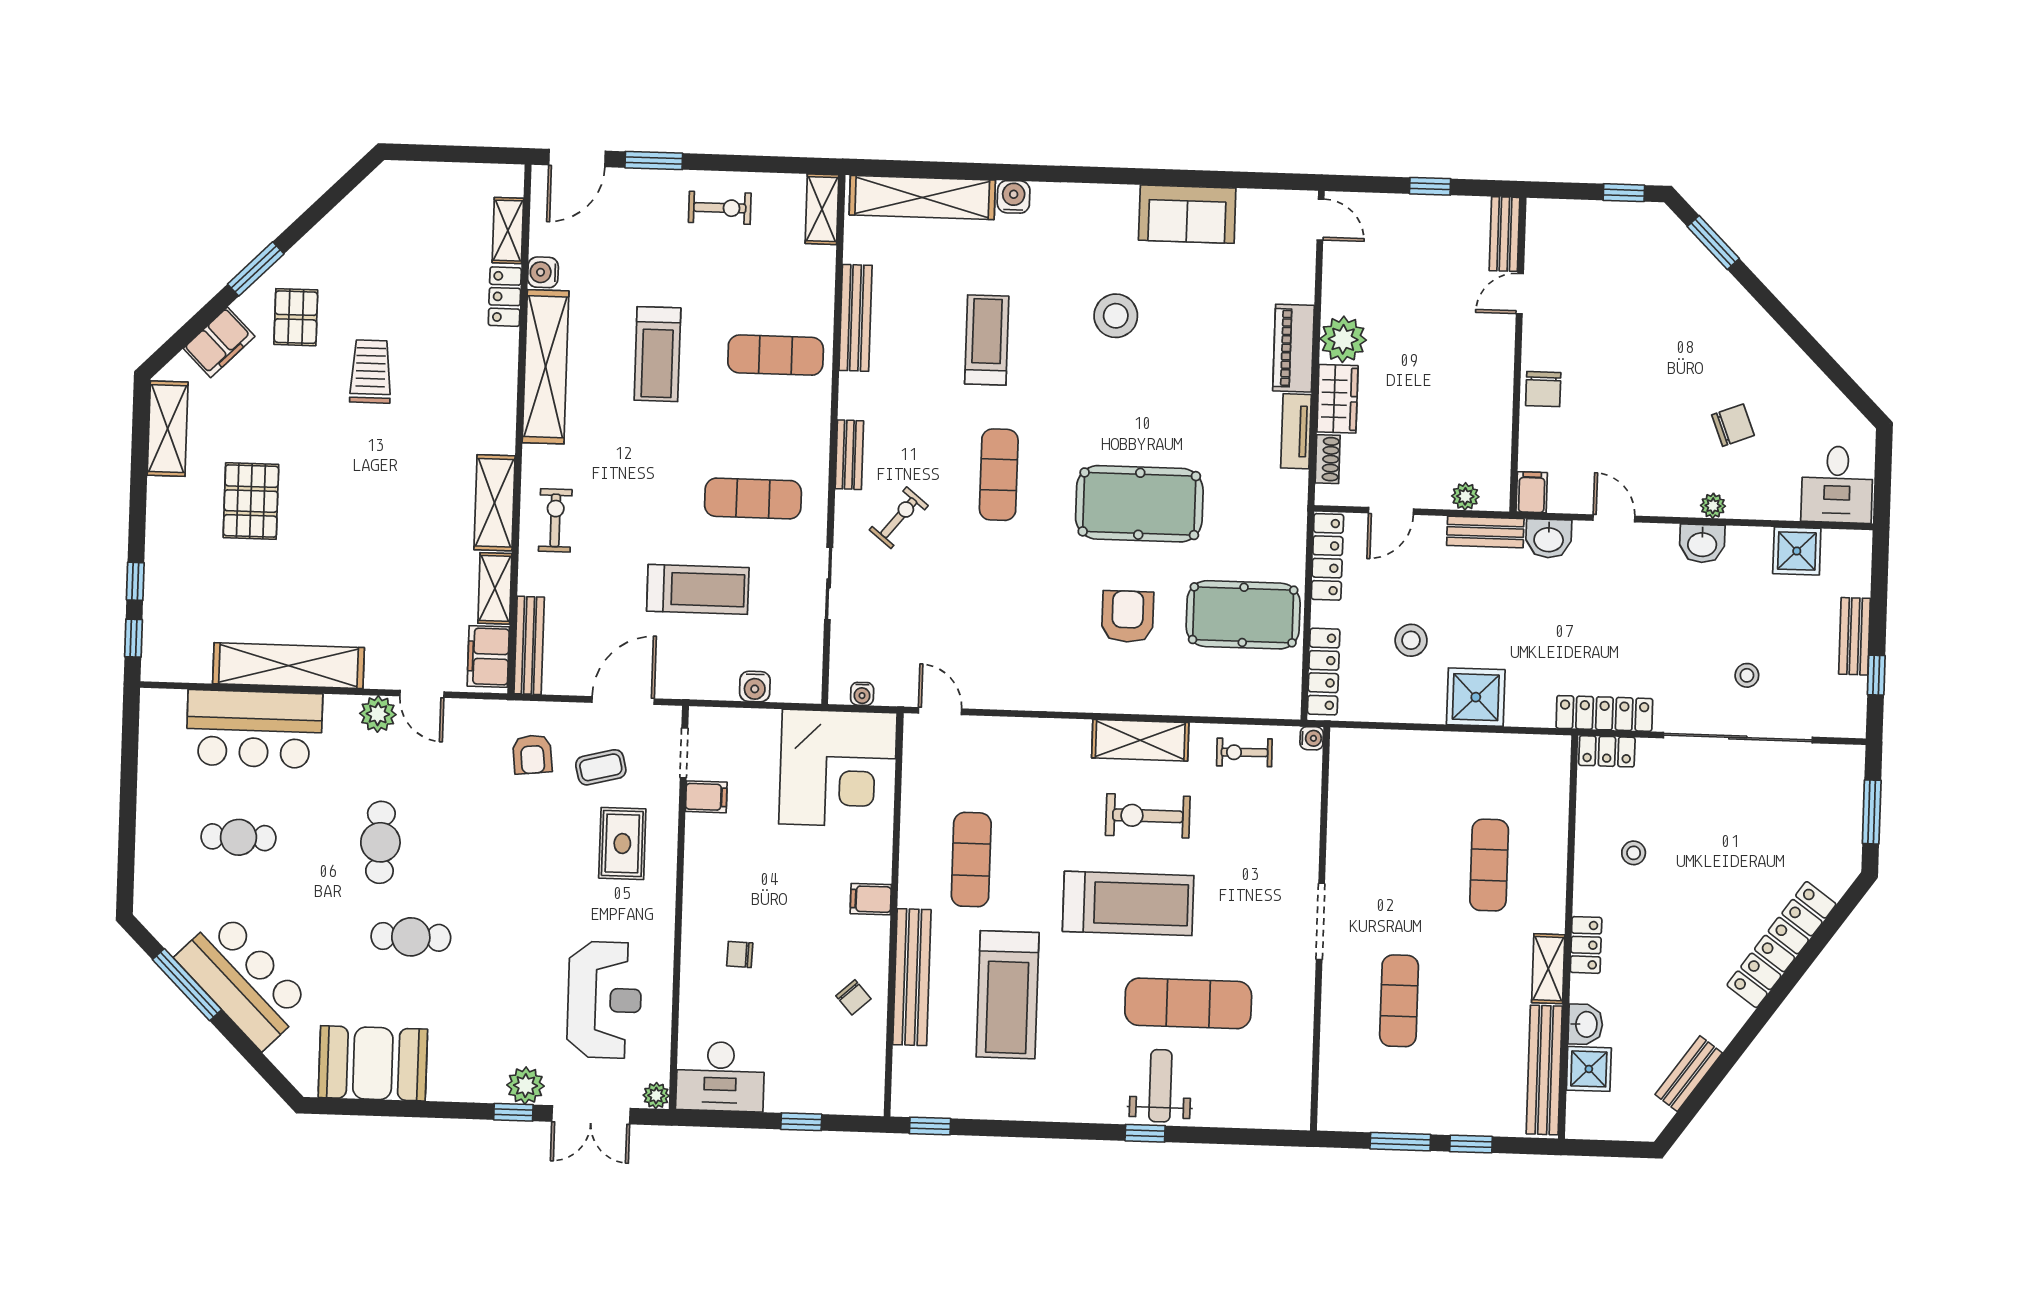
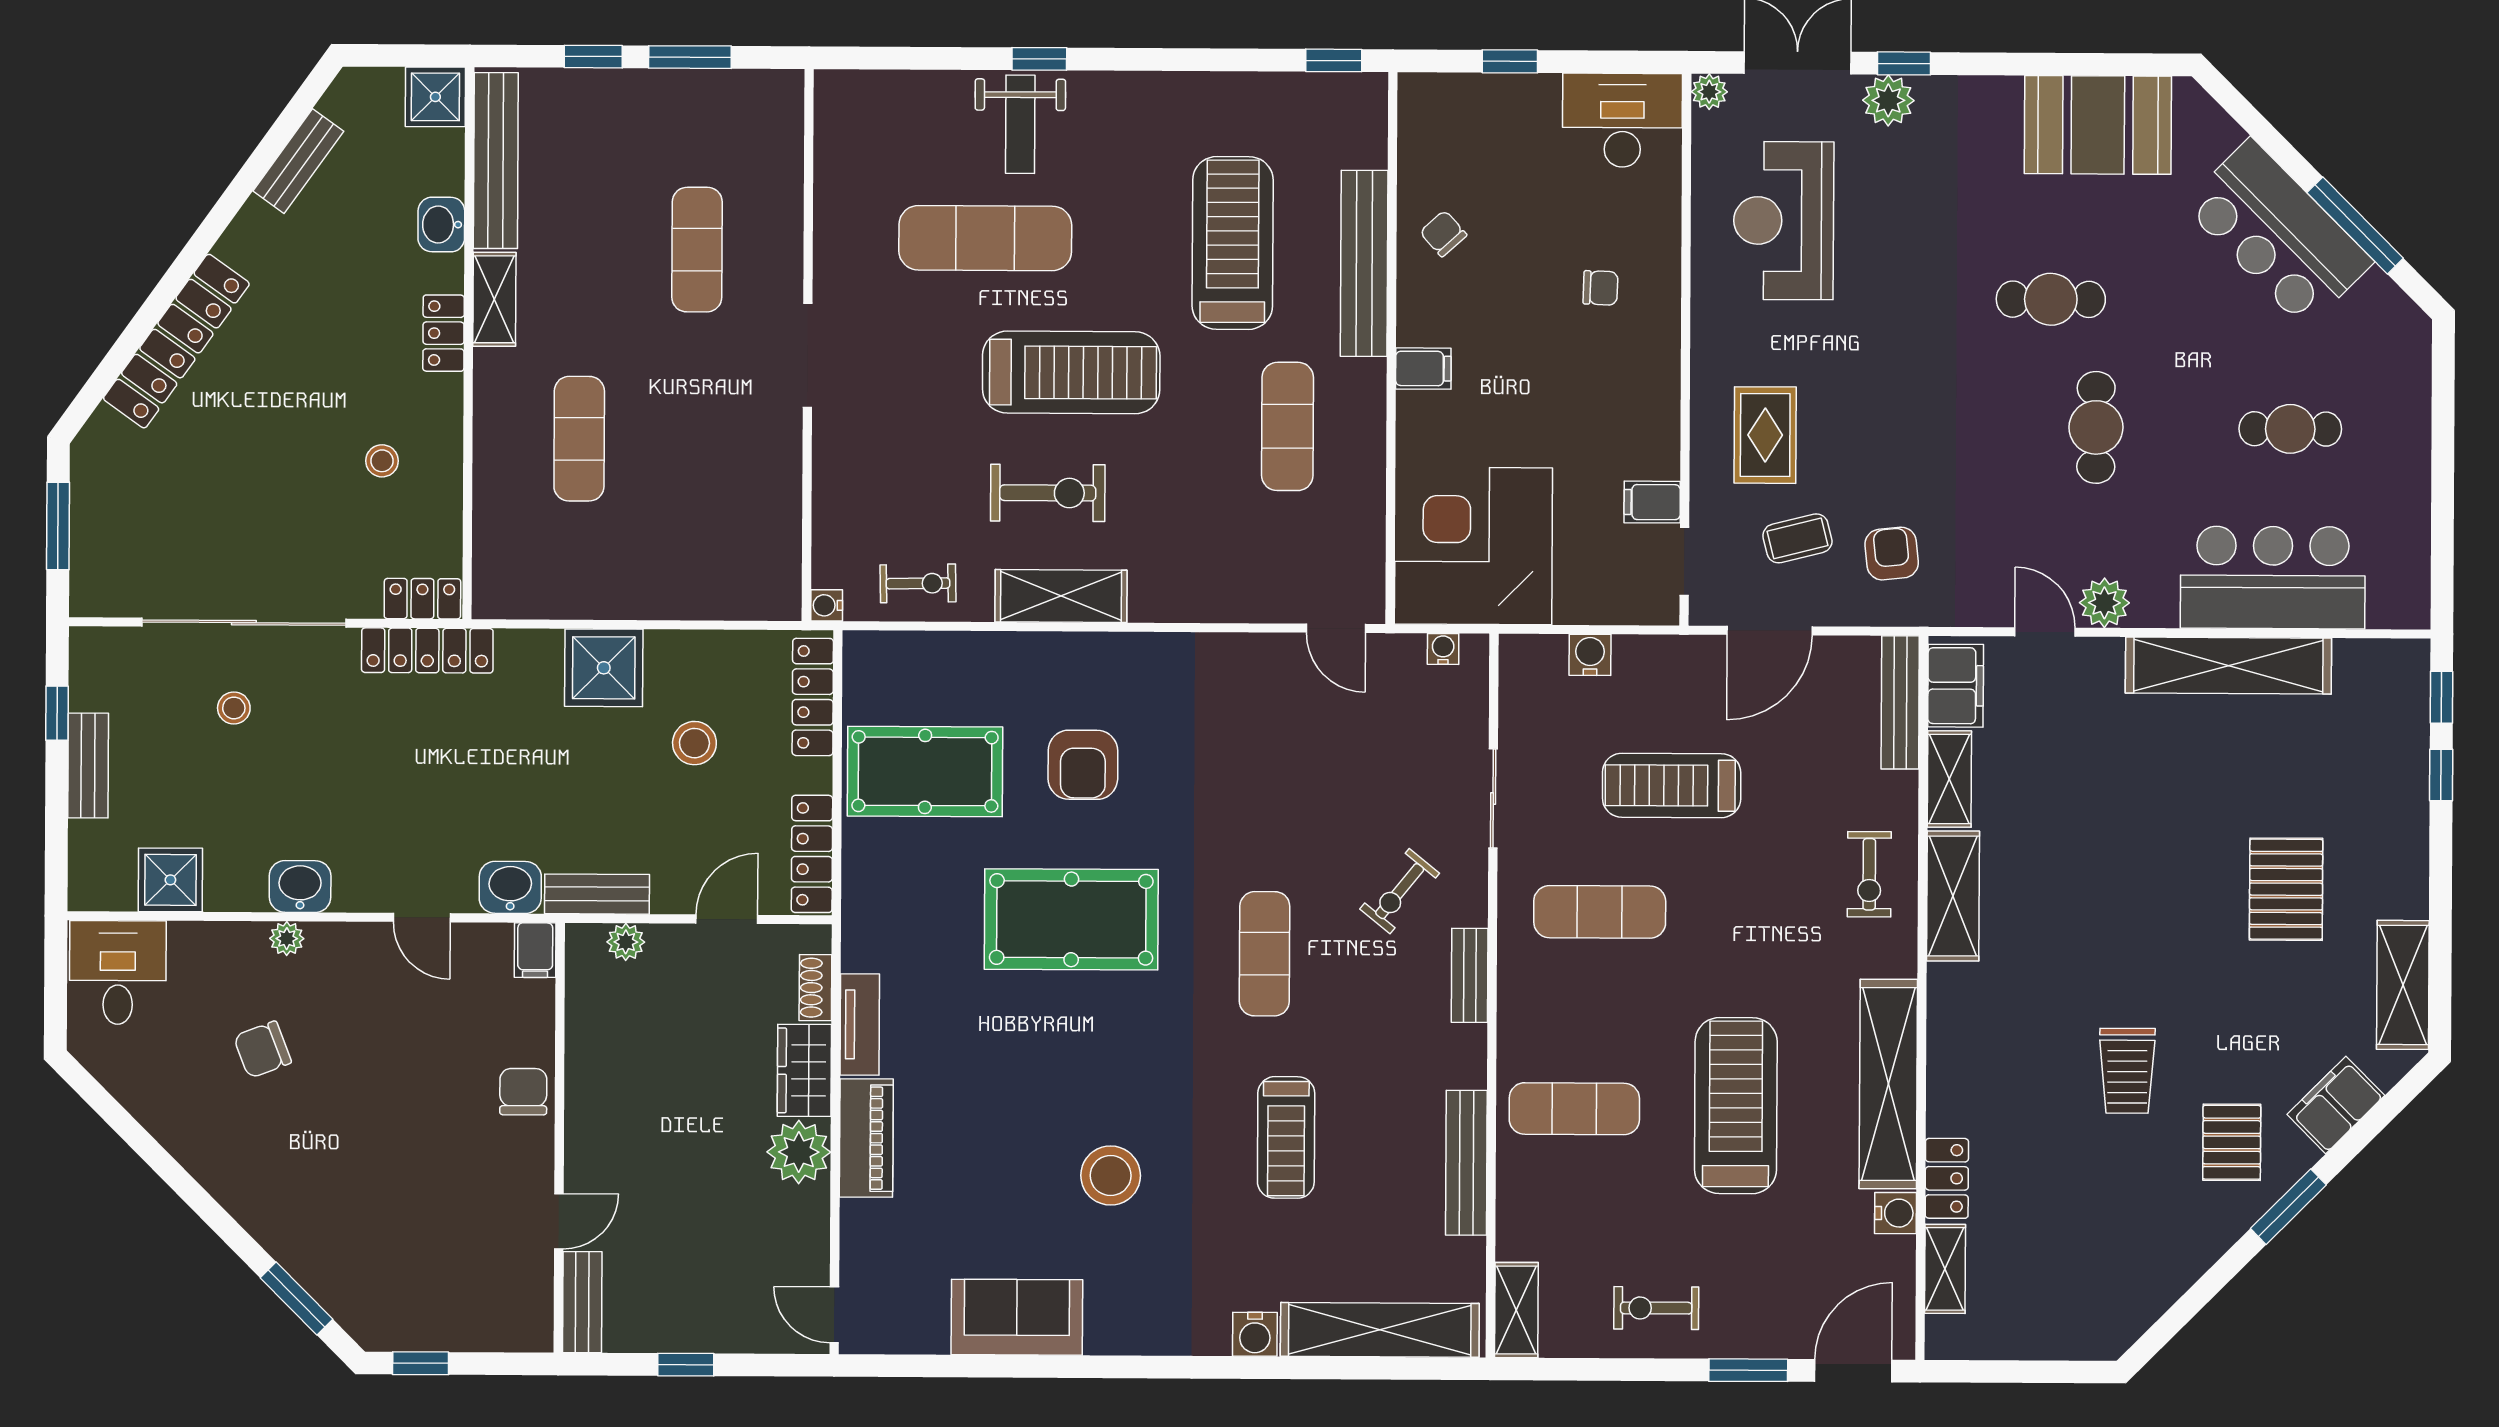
treadmill: (657, 354) -> (1736, 1106), width x1.37, depth x1.38
treadmill: (1128, 903) -> (1071, 372), turned 180
shower: (1589, 1069) -> (435, 97), moved

